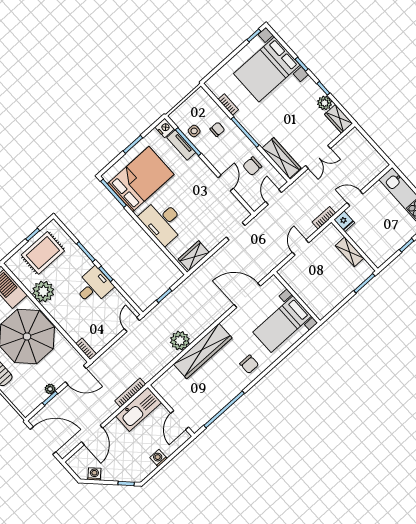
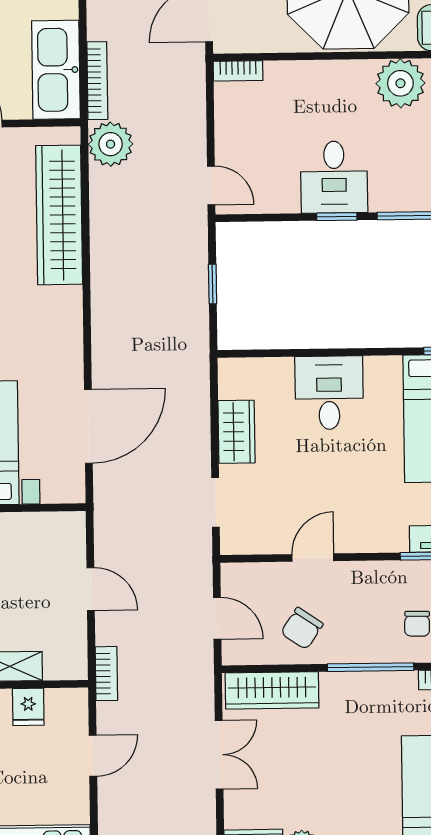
double door: (318, 157) -> (219, 755), swing flipped
chair: (252, 166) -> (302, 628), turned -146
door: (226, 183) -> (313, 558), swing flipped
desk: (163, 221) -> (329, 393), width x0.73
fridge: (344, 221) -> (28, 707), moved, turned -90
wardrobe: (194, 256) -> (237, 432), moved
plant: (180, 341) -> (111, 144), moved
wardrobe: (203, 351) -> (59, 215), moved

